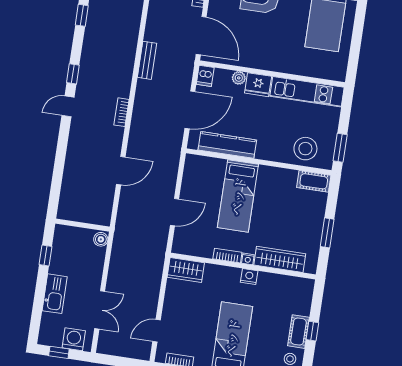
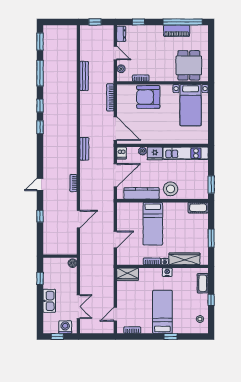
window: (73, 74) -> (40, 216), moved
stool: (305, 149) -> (171, 189), moved
cot: (299, 332) -> (203, 283), moved

